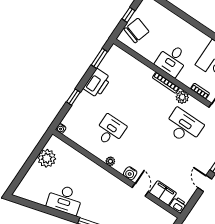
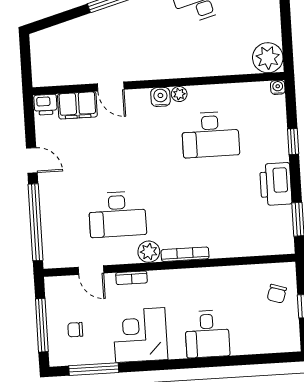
chair: (137, 30) -> (277, 294), width x0.54, depth x0.54
desk: (172, 60) -> (207, 334), moved, turned 180
desk: (110, 131) -> (210, 135), width x1.37
plant: (47, 158) -> (268, 58), moved
water cooler: (130, 173) -> (161, 97), moved

